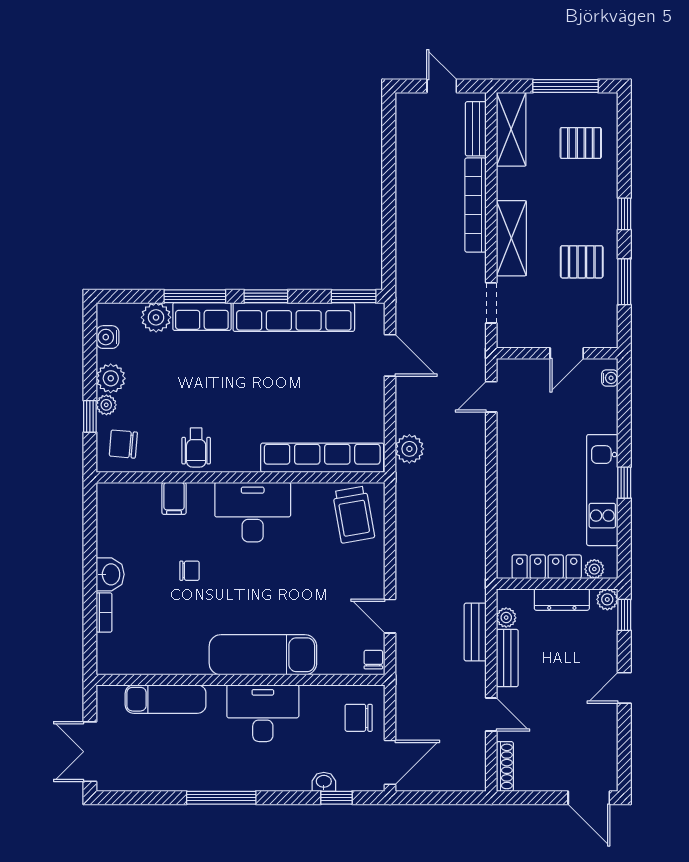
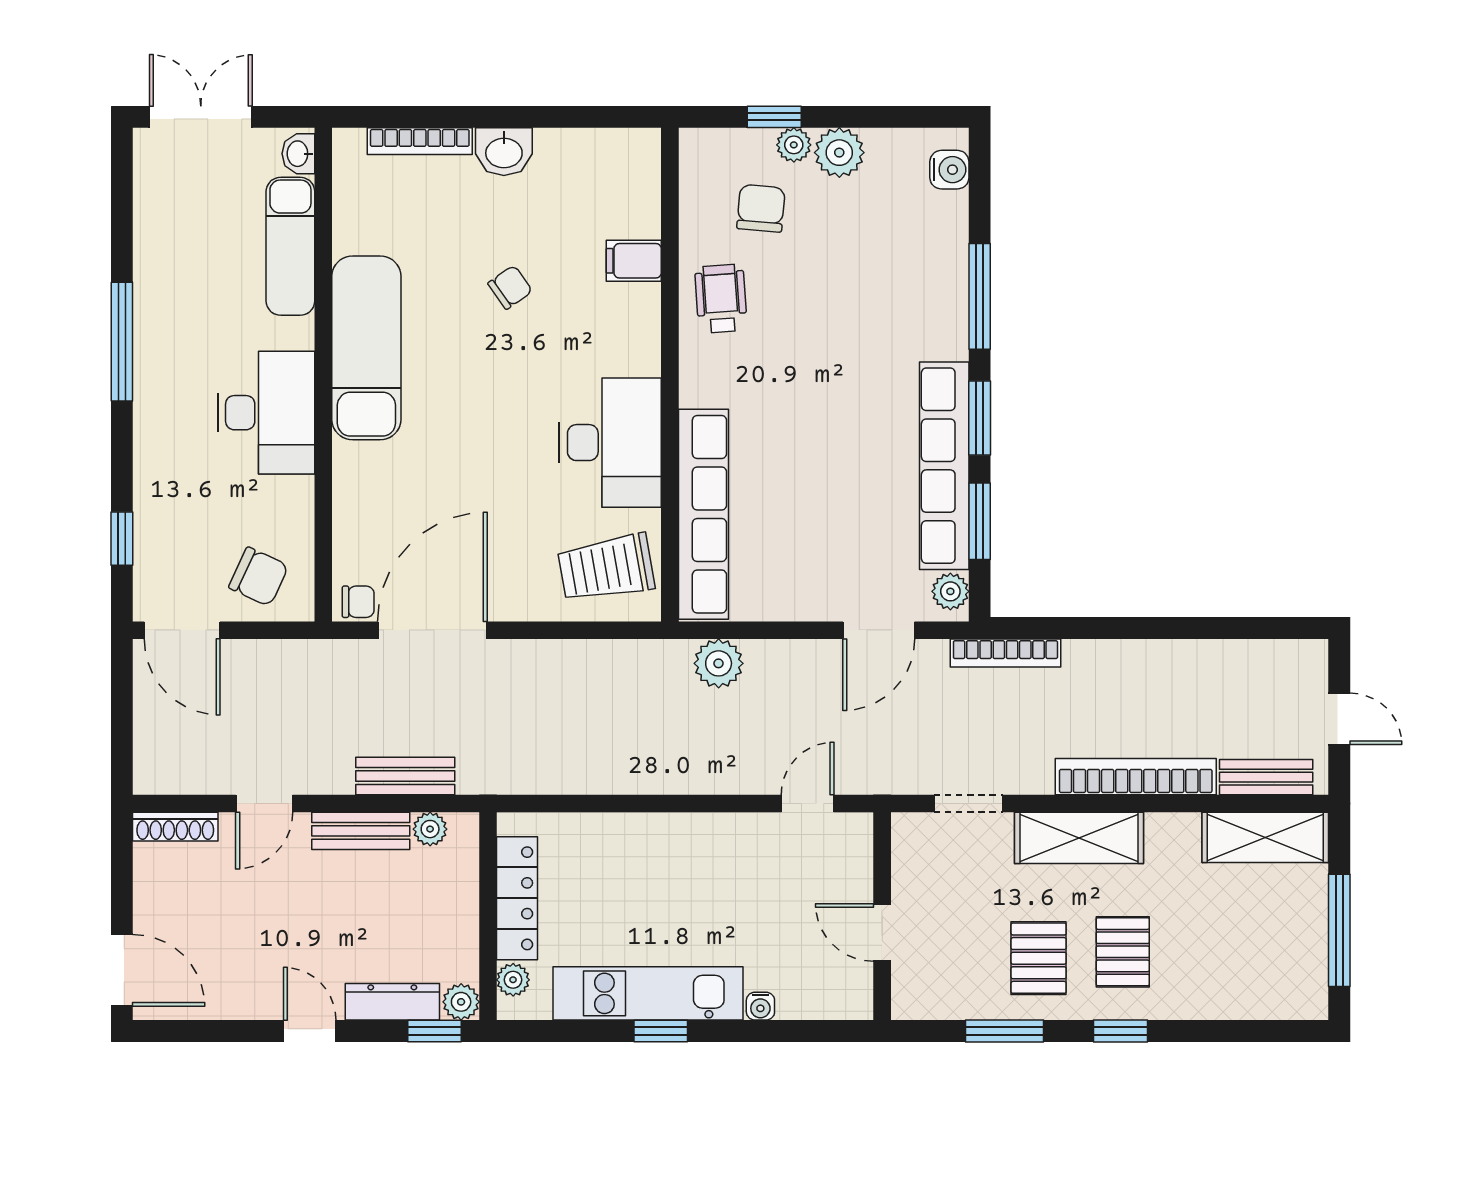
door: (442, 86) -> (1339, 719), hinge flipped
pallet: (581, 143) -> (1123, 952), moved
bookcase: (403, 281) -> (1005, 653), added
window: (354, 296) -> (980, 521), moved
plant: (156, 317) -> (950, 591), moved, width x0.73, depth x0.73
row of seats: (202, 317) -> (945, 309), removed
water cooler: (108, 337) -> (949, 170), moved, turned 90
water cooler: (610, 378) -> (760, 1006), moved
door: (491, 397) -> (808, 804), hinge flipped
chair: (123, 444) -> (761, 208), moved
wheelchair: (196, 448) -> (721, 299), turned 86
desk: (253, 512) -> (610, 443), moved
chair: (189, 571) -> (510, 287), turned -125
dresser: (562, 600) -> (392, 1002), moved, turned 90
bookcase: (104, 612) -> (420, 141), width x1.56
door: (390, 616) -> (432, 630), width x1.87
exam couch: (263, 655) -> (366, 348), moved
chair: (359, 718) -> (259, 577), turned 115
washbasin: (324, 782) -> (298, 154), moved, turned 180
door: (589, 798) -> (122, 970), swing flipped

